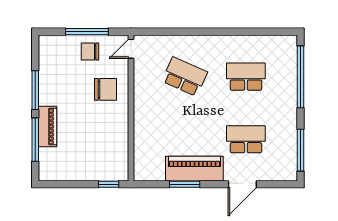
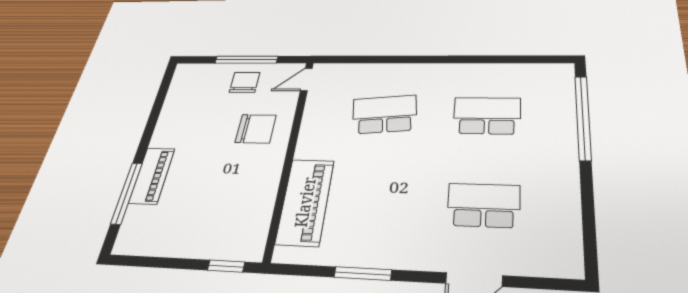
chair: (90, 52) -> (245, 82), turned 90
school desk: (185, 77) -> (385, 114), turned -30
window: (35, 90) -> (150, 128), removed
window: (301, 150) -> (589, 227), removed
piano: (194, 169) -> (305, 202), moved, turned 90

